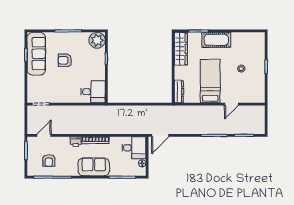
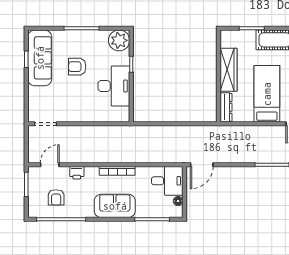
wardrobe: (181, 49) -> (229, 70), moved
desk: (93, 92) -> (114, 86), moved, width x1.37
printer: (76, 142) -> (77, 173), moved

